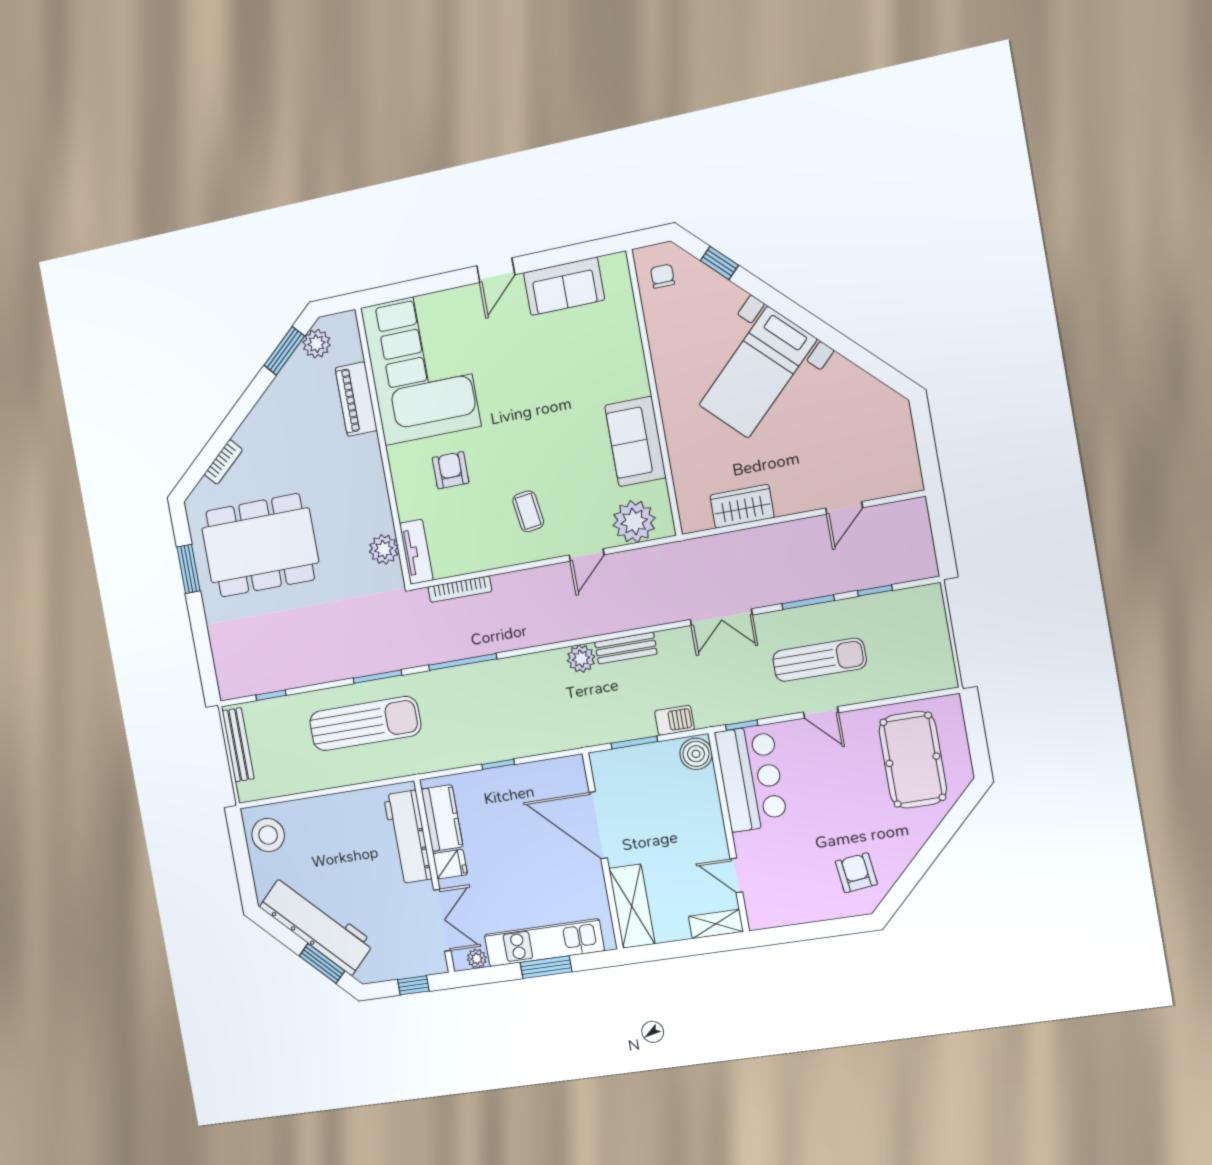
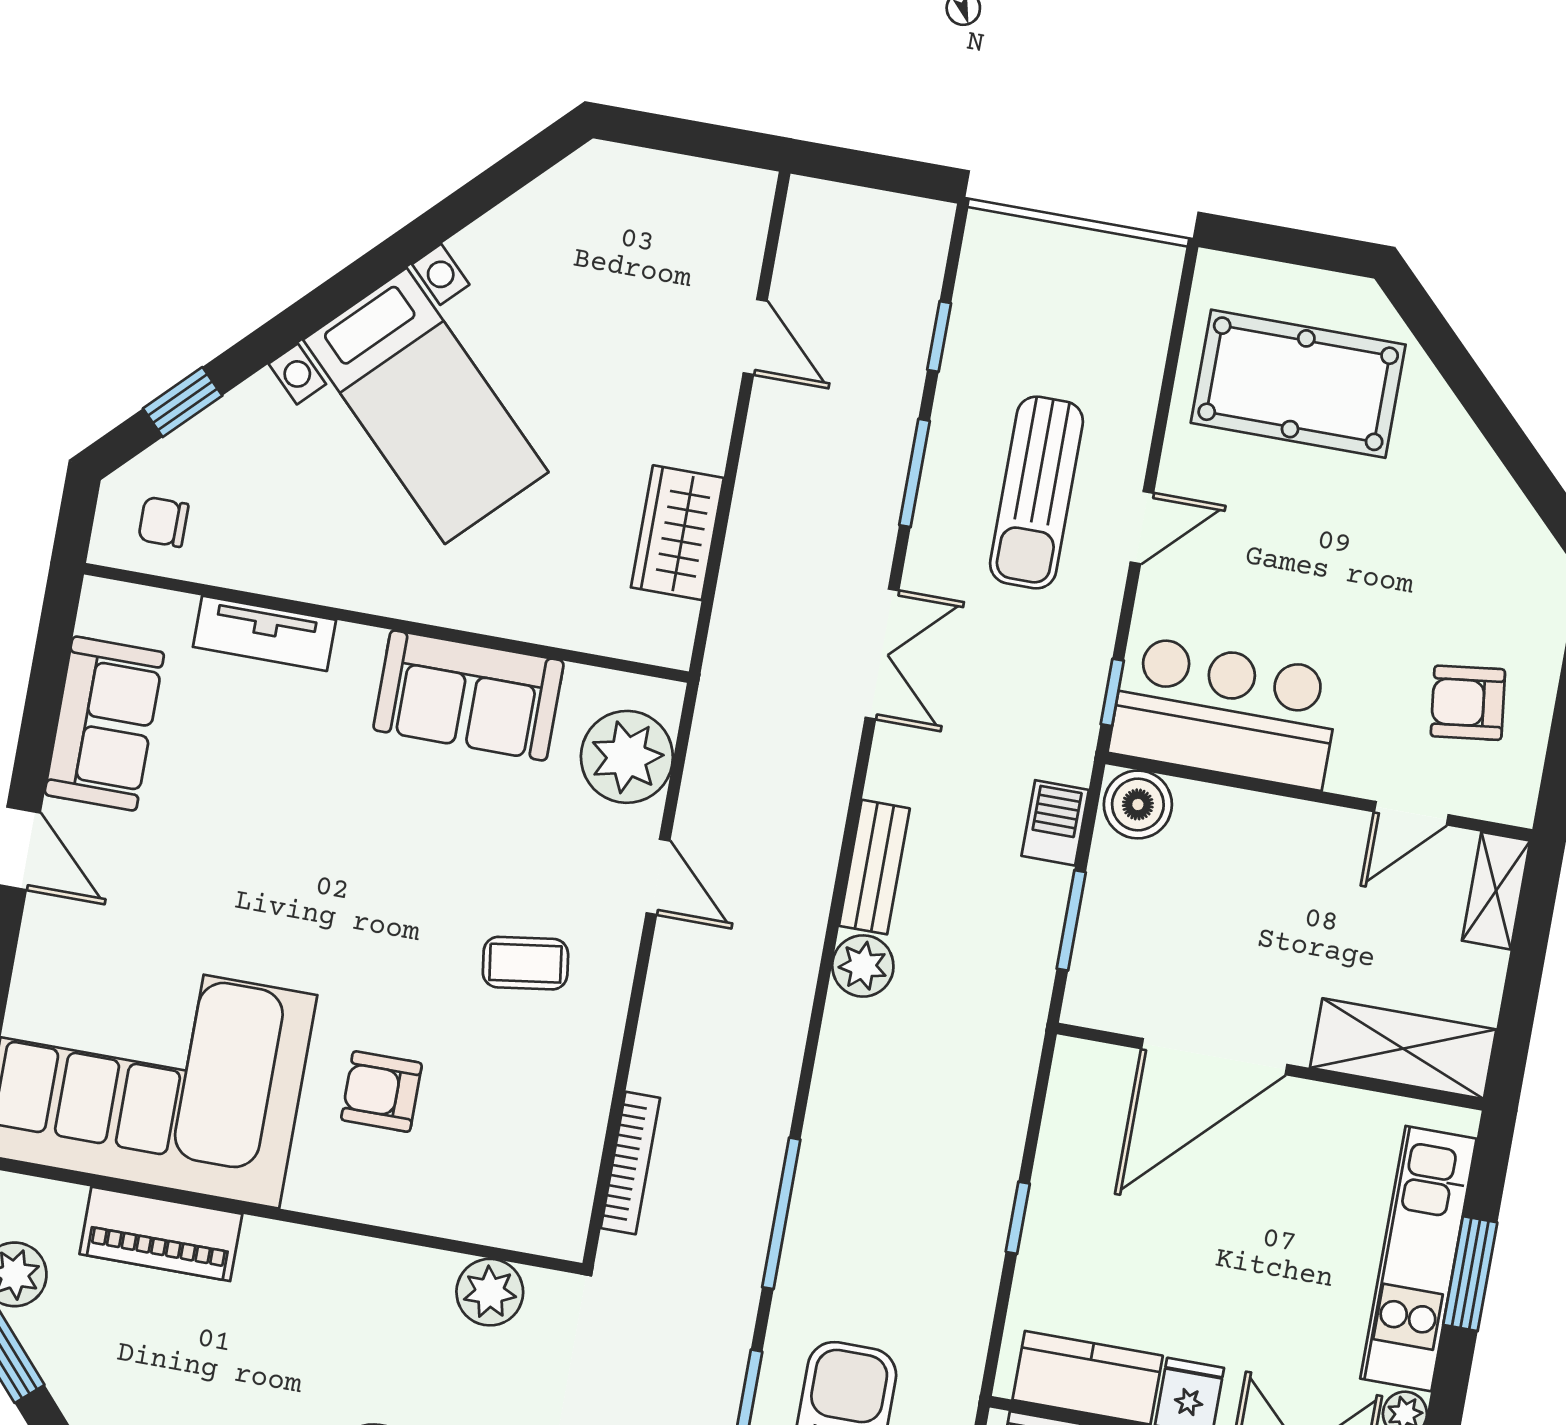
tv unit: (416, 552) -> (265, 633), moved, turned 180
sun lounger: (819, 660) -> (1036, 492), turned 180
armchair: (856, 873) -> (1468, 703), moved

